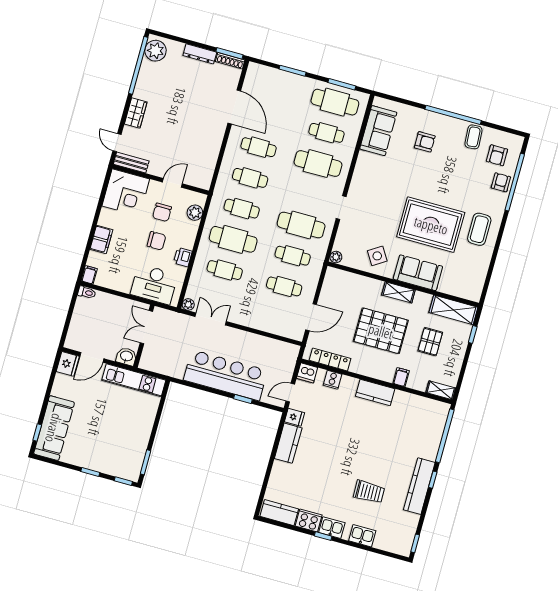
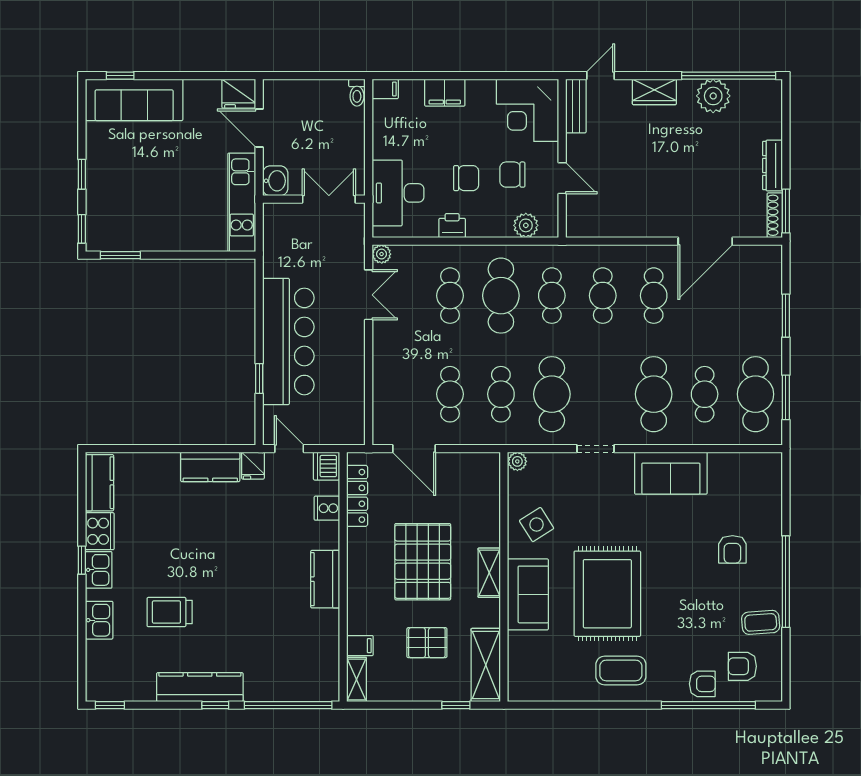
plant: (156, 51) -> (713, 96), moved
sofa: (378, 131) -> (671, 473), moved
chair: (156, 241) -> (466, 178), turned -90
filing cabinet: (401, 377) -> (360, 646), moved
trolley: (369, 492) -> (170, 612), turned 91

